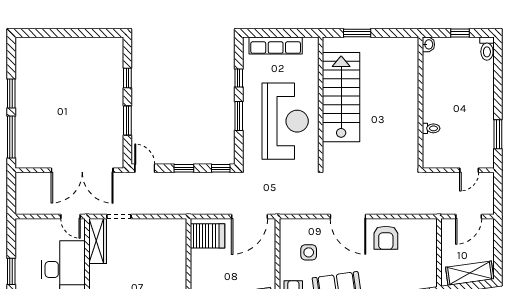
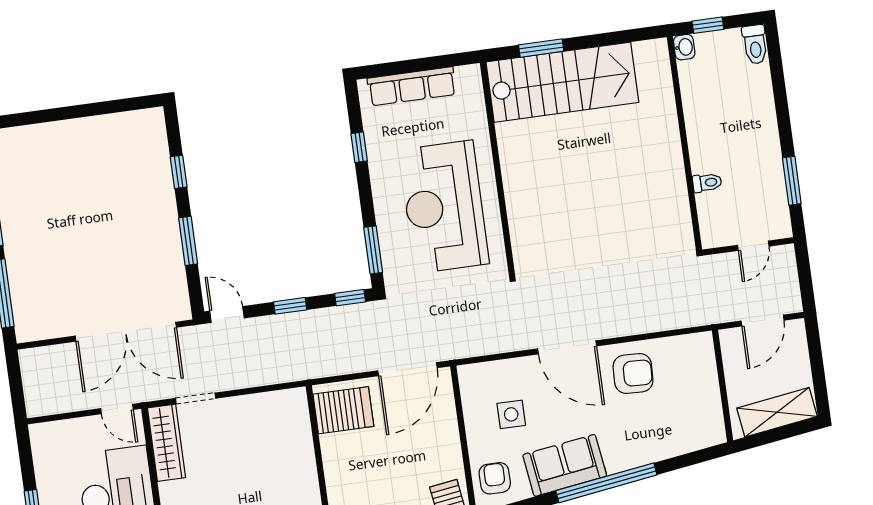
washbasin: (428, 44) -> (684, 47), moved
stairs: (341, 97) -> (562, 82), moved, turned 90
wall: (421, 103) -> (684, 143), moved
window: (239, 116) -> (373, 250), moved
reception desk: (285, 121) -> (444, 207), turned 180
toilet: (431, 128) -> (707, 183), moved
armchair: (386, 238) -> (633, 374), turned -88

